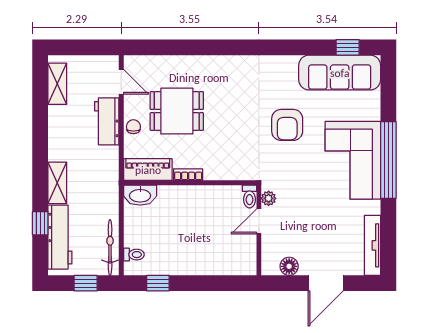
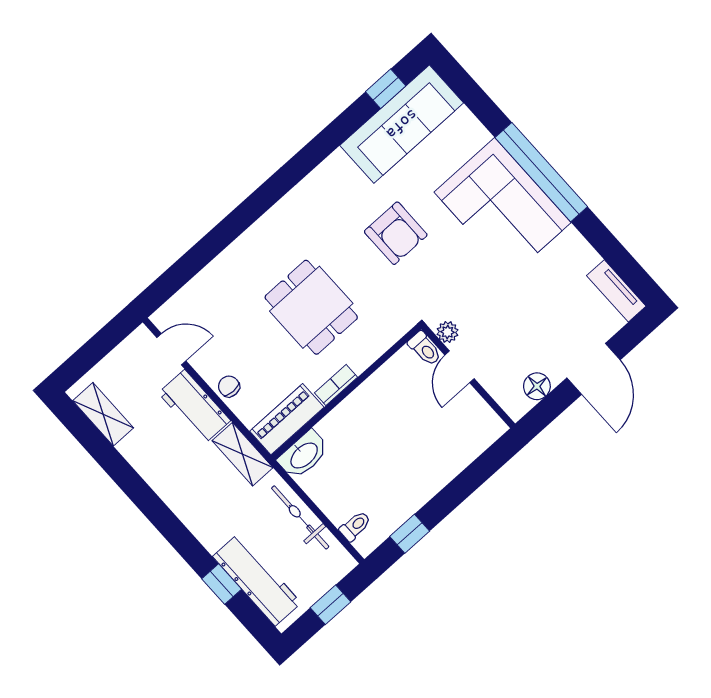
dining table: (177, 111) -> (311, 307), moved, turned 90
shelving: (57, 183) -> (242, 454), moved
tv unit: (372, 245) -> (616, 291), width x0.71
bicycle: (110, 247) -> (300, 517), moved

